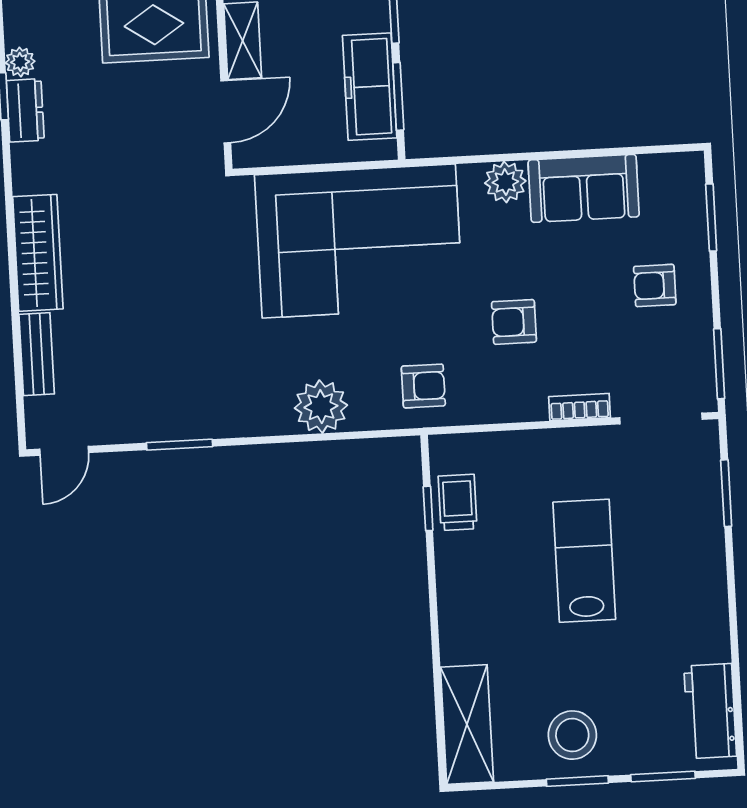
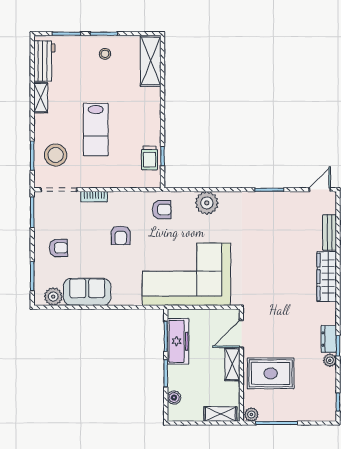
plant: (505, 182) -> (53, 297), moved
armchair: (514, 322) -> (121, 235), turned 90
armchair: (423, 386) -> (162, 210), turned 180
stool: (673, 498) -> (56, 155), added
shelving: (714, 627) -> (41, 98), added
stool: (572, 735) -> (105, 54), width x0.53, depth x0.53

